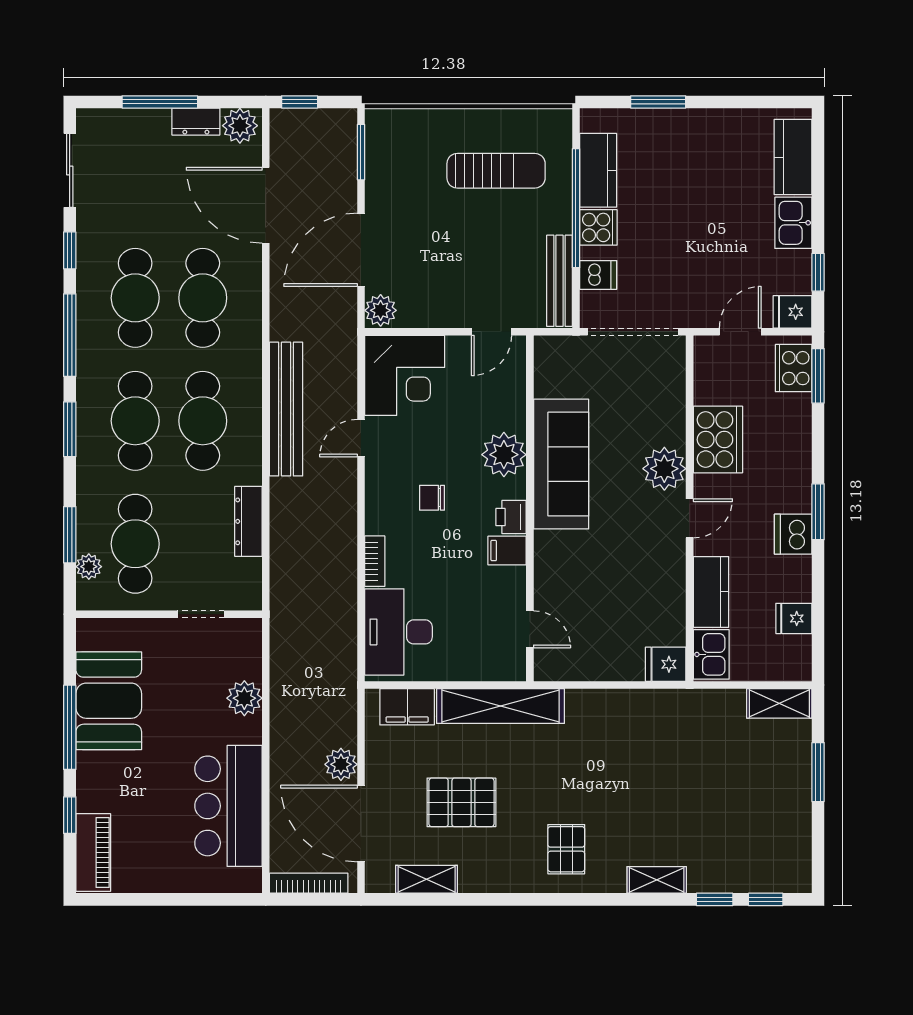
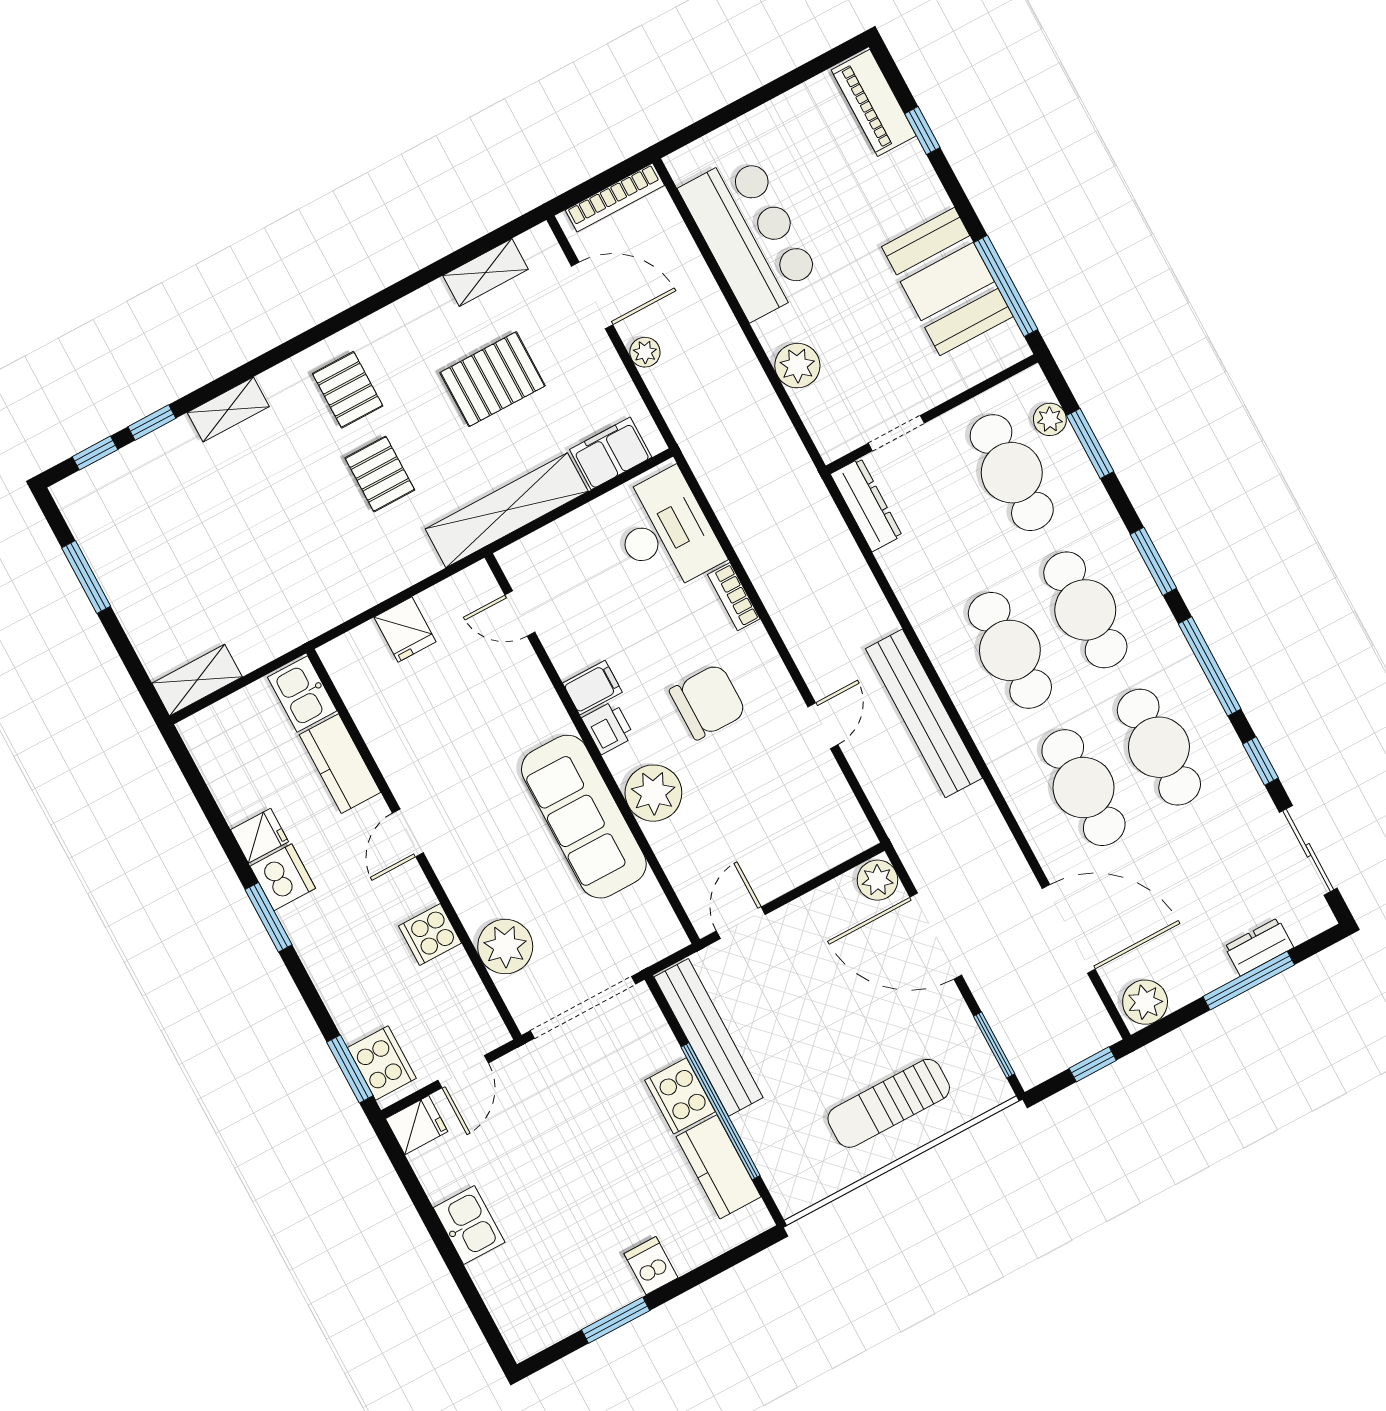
window: (658, 102) -> (616, 1320), moved
dresser: (196, 122) -> (1259, 947), moved
kitchen counter: (793, 157) -> (509, 1298), removed
sun lounger: (496, 171) -> (889, 1103), moved
cooker: (598, 227) -> (680, 1096), width x1.36
door: (361, 250) -> (936, 936), swing flipped
window: (818, 272) -> (412, 1185), removed
dishwasher: (598, 275) -> (651, 1266), moved, turned 90
bench: (560, 281) -> (708, 1037), width x1.37, depth x1.21
corner desk: (405, 375) -> (812, 822), removed
cooker: (718, 440) -> (430, 934), width x0.53, depth x0.76
plant: (664, 469) -> (505, 947), moved
chair: (432, 498) -> (708, 702), width x1.87, depth x1.87
dresser: (248, 521) -> (866, 505), moved
fridge: (794, 618) -> (260, 836), moved
fridge: (666, 664) -> (405, 629), moved, turned 90
window: (70, 727) -> (1006, 286), moved
plant: (341, 764) -> (645, 352), width x0.73, depth x0.73
window: (818, 772) -> (86, 577), moved
pallet: (575, 779) -> (380, 474), added
door: (361, 824) -> (592, 295), width x0.73

